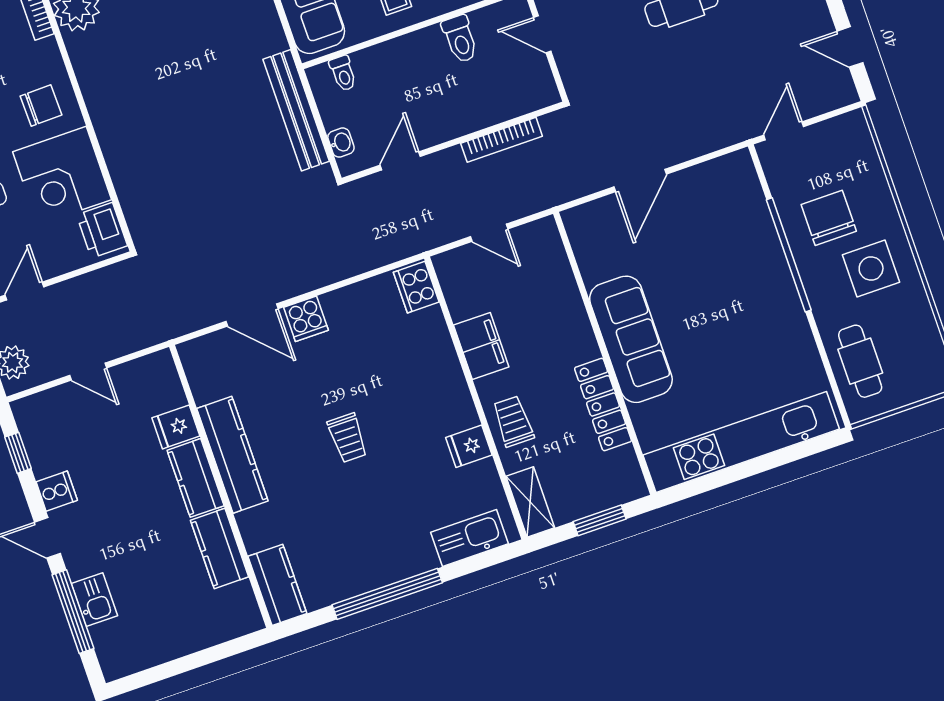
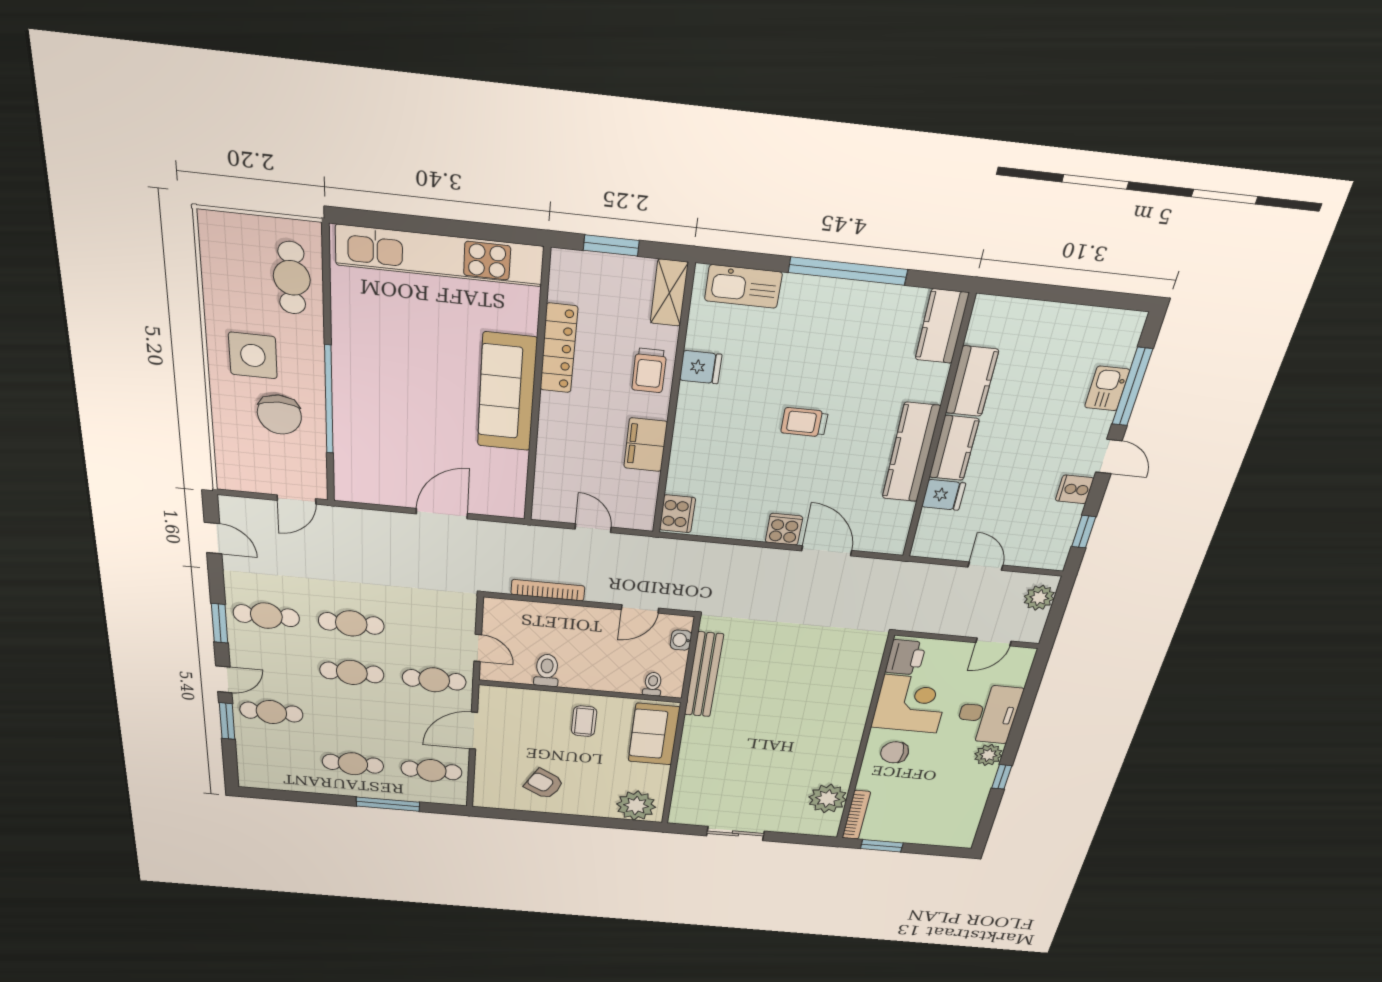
trolley: (348, 438) -> (804, 422), turned -90

